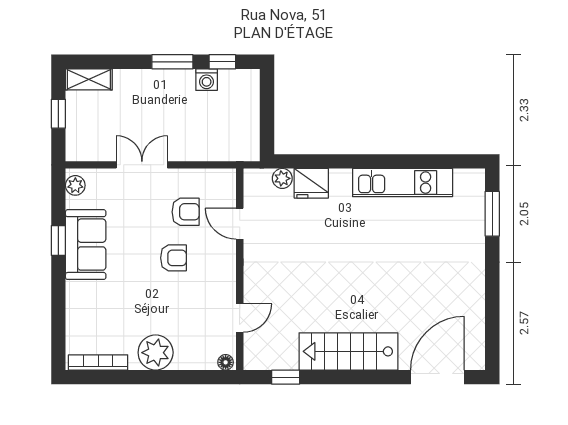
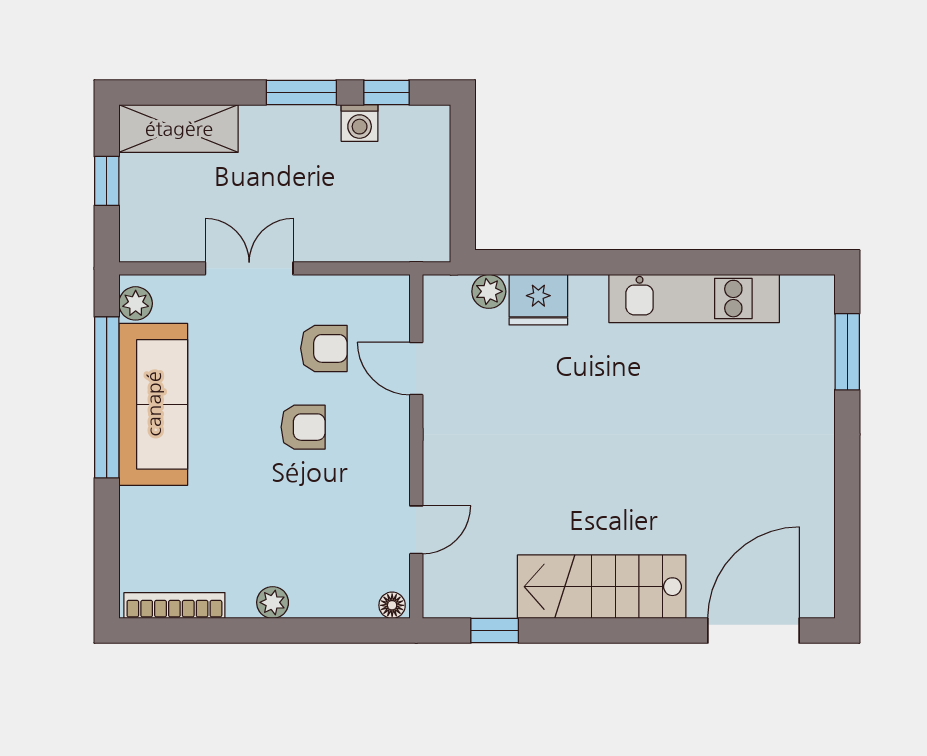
shelving: (89, 79) -> (179, 128), width x1.50, depth x1.33
window: (58, 240) -> (107, 397), width x3.17
sofa: (86, 245) -> (153, 404), width x1.36
plant: (156, 353) -> (273, 602), width x0.53, depth x0.53

